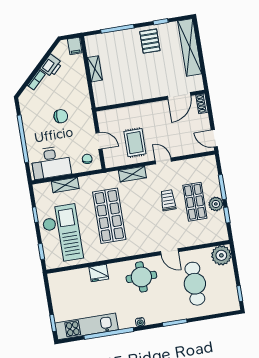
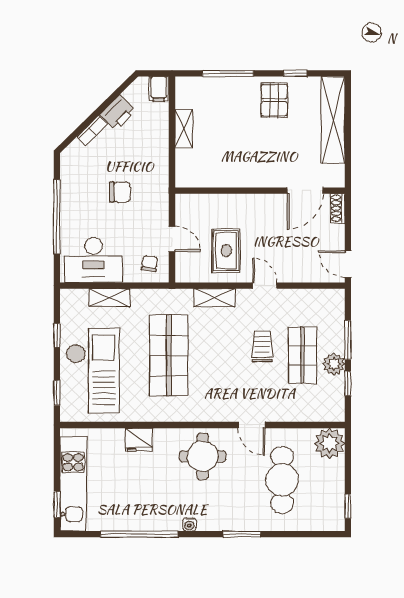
kitchen unit: (87, 326) -> (73, 484), moved, turned 90

